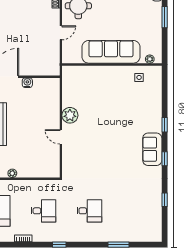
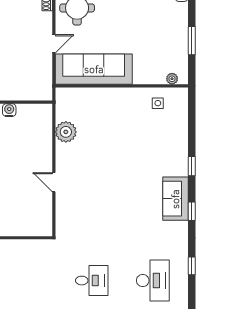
window: (165, 17) -> (192, 41), moved
sofa: (111, 52) -> (94, 69), moved
plant: (70, 115) -> (66, 132), moved
desk: (43, 211) -> (153, 281), moved, width x1.37

